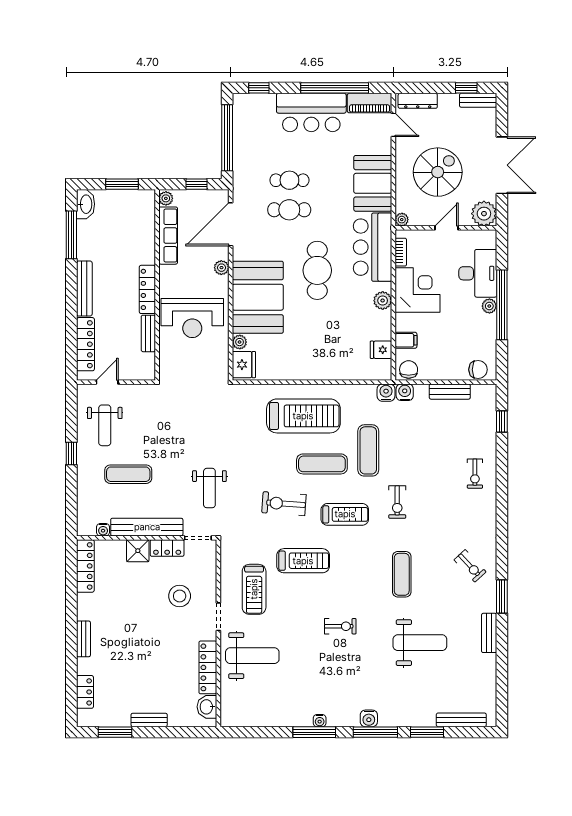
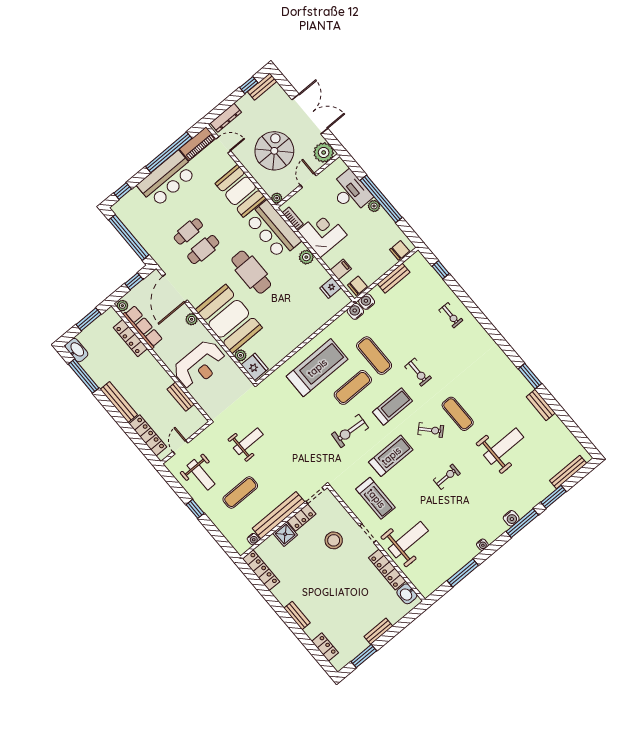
locker: (147, 289) -> (130, 338), moved
chair: (409, 370) -> (357, 286), turned 90
weight bench: (209, 488) -> (248, 441), moved, turned -90
exercise bike: (470, 566) -> (431, 430), moved
window: (314, 732) -> (463, 573), moved

